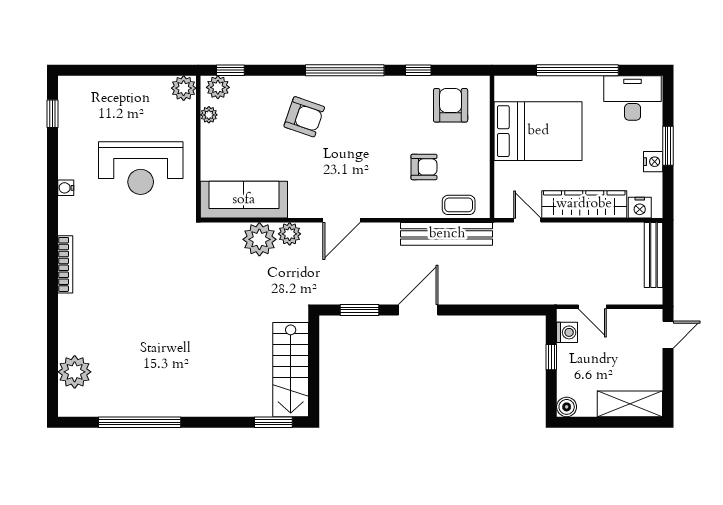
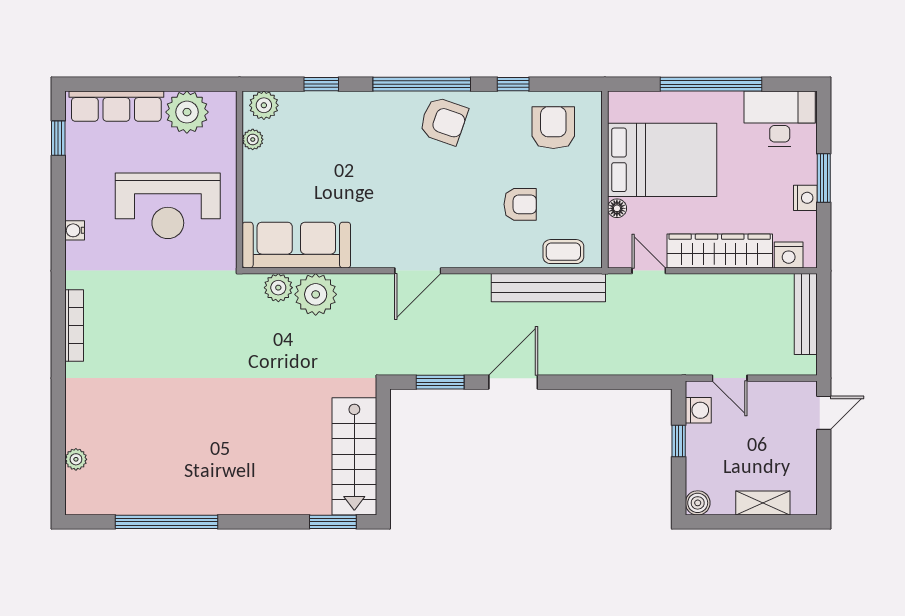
window: (230, 70) -> (321, 84), moved
row of seats: (99, 88) -> (116, 106), added
plant: (184, 88) -> (187, 112), moved, width x1.36, depth x1.36
armchair: (304, 117) -> (443, 121), moved
floor lamp: (502, 170) -> (617, 208), added
plant: (290, 234) -> (278, 288), moved
plant: (75, 372) -> (76, 459), width x0.53, depth x0.53
shelving: (630, 404) -> (763, 503), width x0.67, depth x0.75

